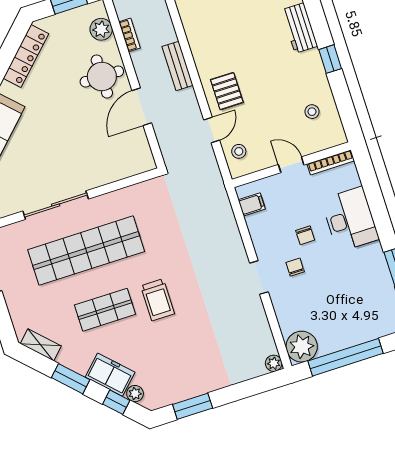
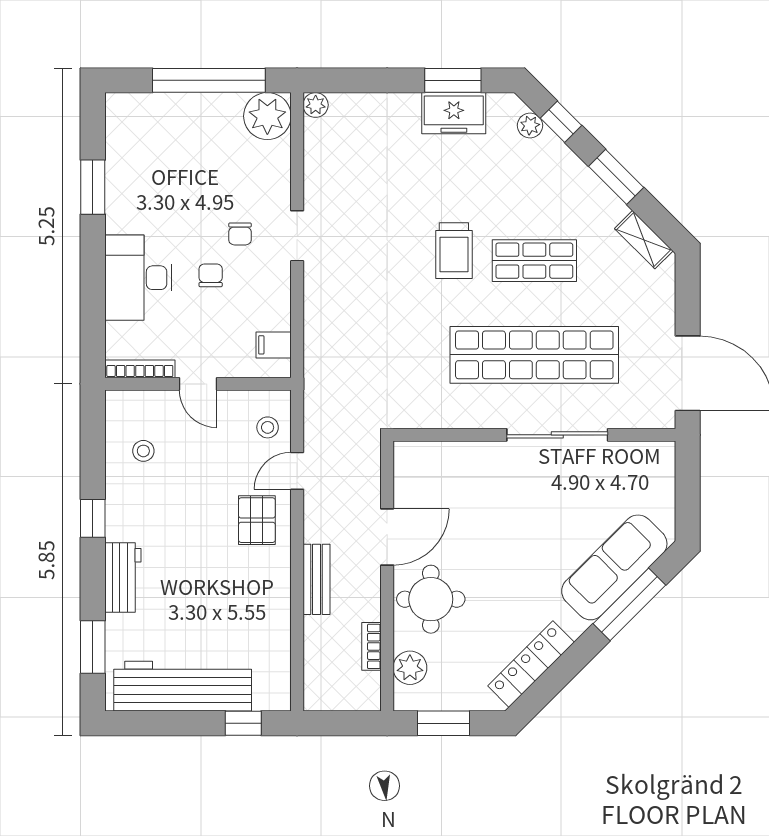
trolley: (158, 300) -> (454, 251), turned 180
freezer: (110, 375) -> (454, 113), moved, turned -45

